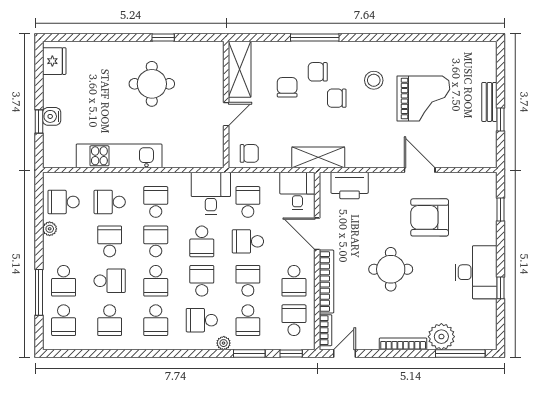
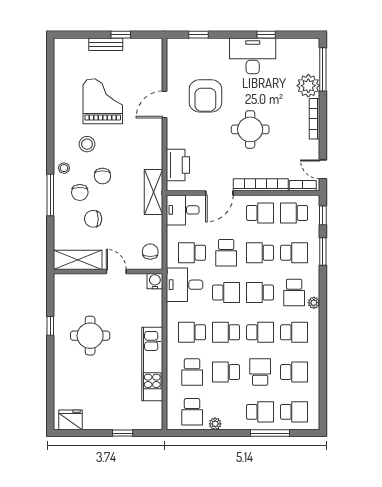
stool: (346, 54) -> (64, 168), added
water cooler: (52, 116) -> (155, 281), moved, turned 180
plant: (224, 343) -> (314, 303), moved

